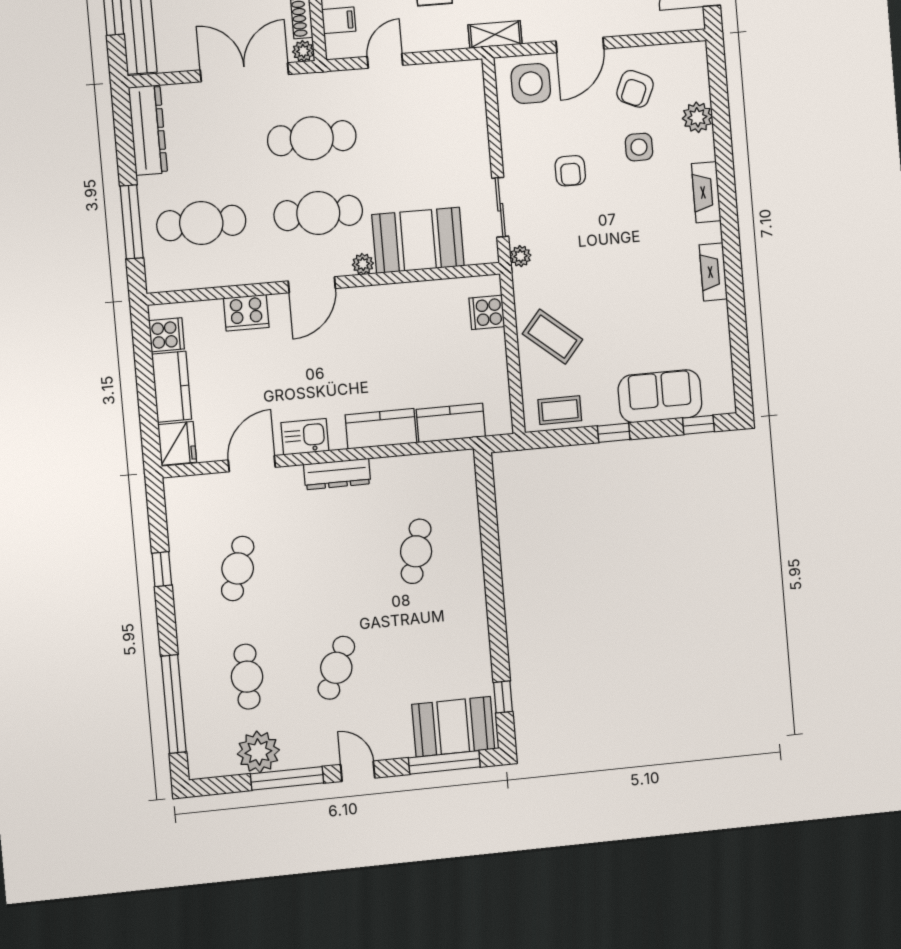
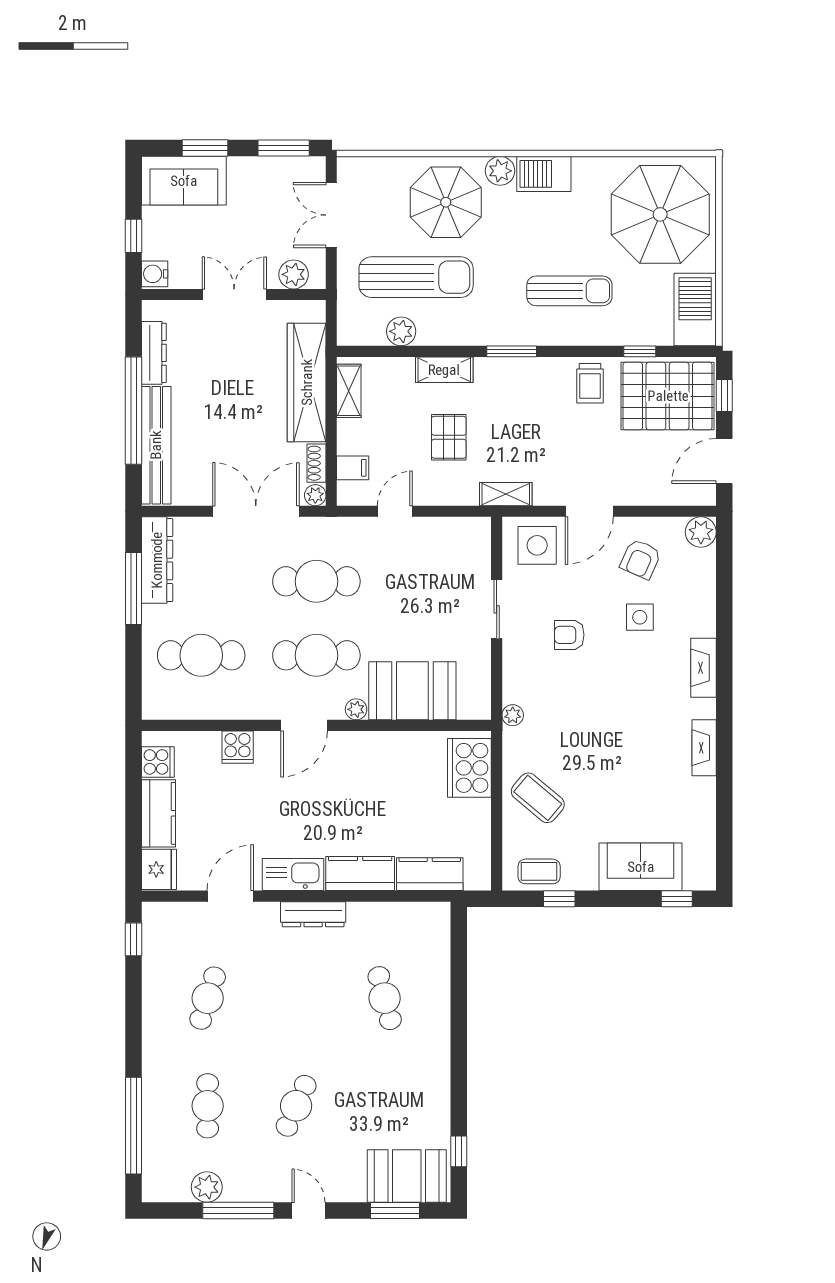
plant: (697, 117) -> (701, 532), moved
armchair: (570, 171) -> (569, 635), turned 90
sliding door: (500, 207) -> (497, 609), moved
window: (132, 222) -> (133, 588), moved
cooker: (487, 312) -> (469, 768), width x1.87, depth x1.31
cooker: (246, 313) -> (238, 747), width x0.73
window: (614, 433) -> (559, 899), moved
kitchen sink: (305, 437) -> (293, 875), width x1.38
cafe table: (416, 551) -> (385, 998), turned -30
window: (162, 569) -> (133, 939), moved
plant: (258, 752) -> (207, 1187), width x0.73, depth x0.73
window: (444, 762) -> (395, 1211), width x0.69

